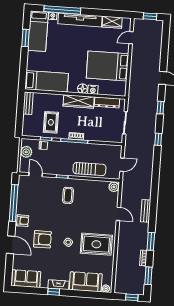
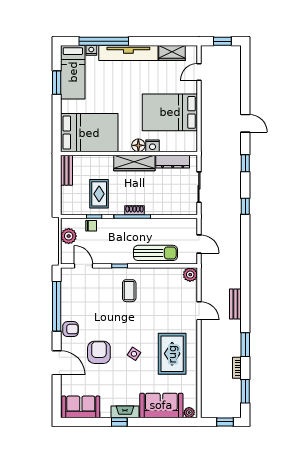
bed: (47, 81) -> (89, 133), width x1.50
door: (122, 165) -> (199, 244), hinge flipped
armchair: (42, 239) -> (99, 352), turned -90
rug: (96, 244) -> (172, 354), turned 90

